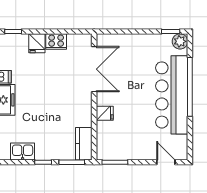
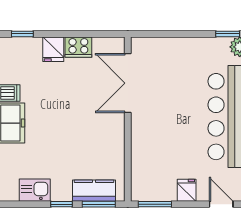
double door: (94, 69) -> (128, 83), swing flipped
fridge: (105, 113) -> (187, 190), moved, turned -90
kitchen counter: (84, 144) -> (94, 191), moved, turned 90

